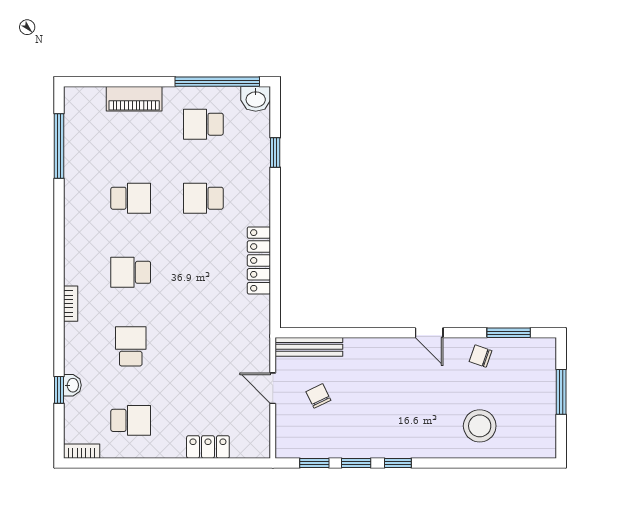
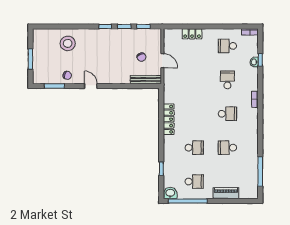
school desk: (131, 346) -> (227, 80), turned 180

